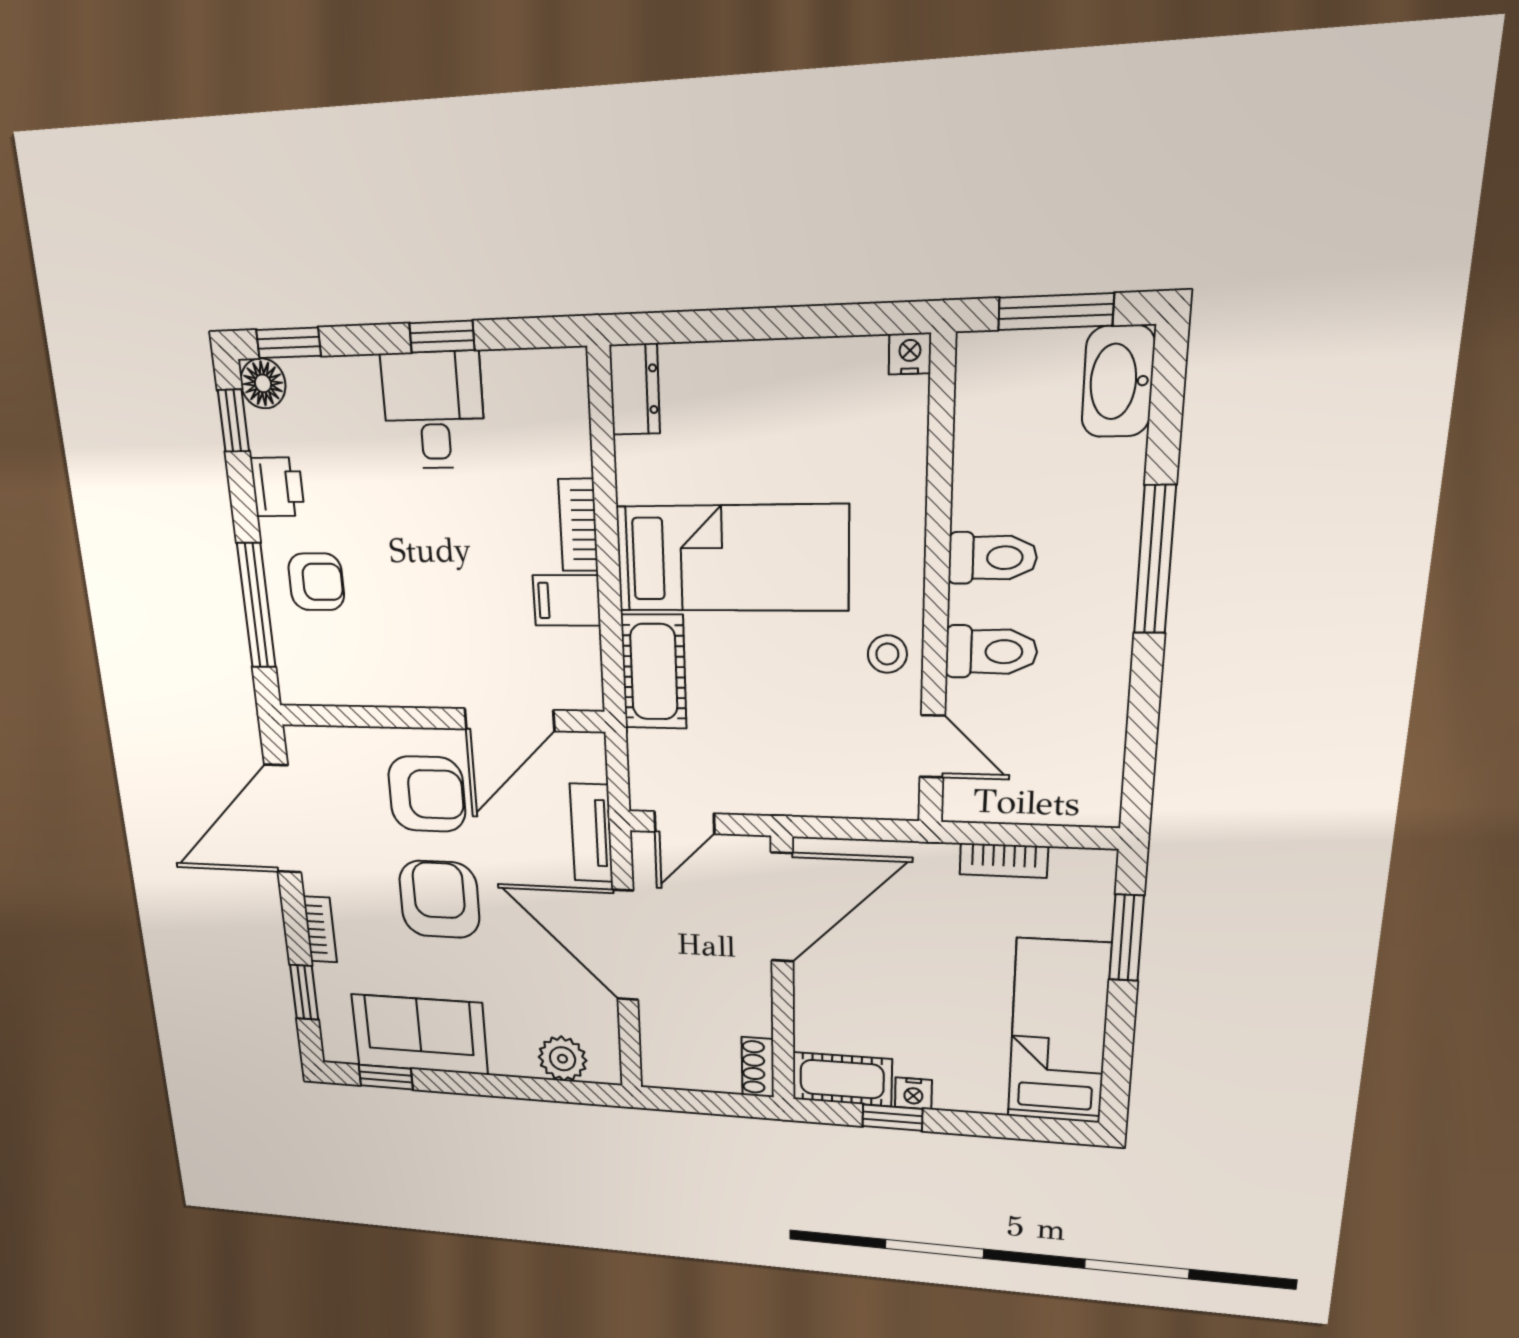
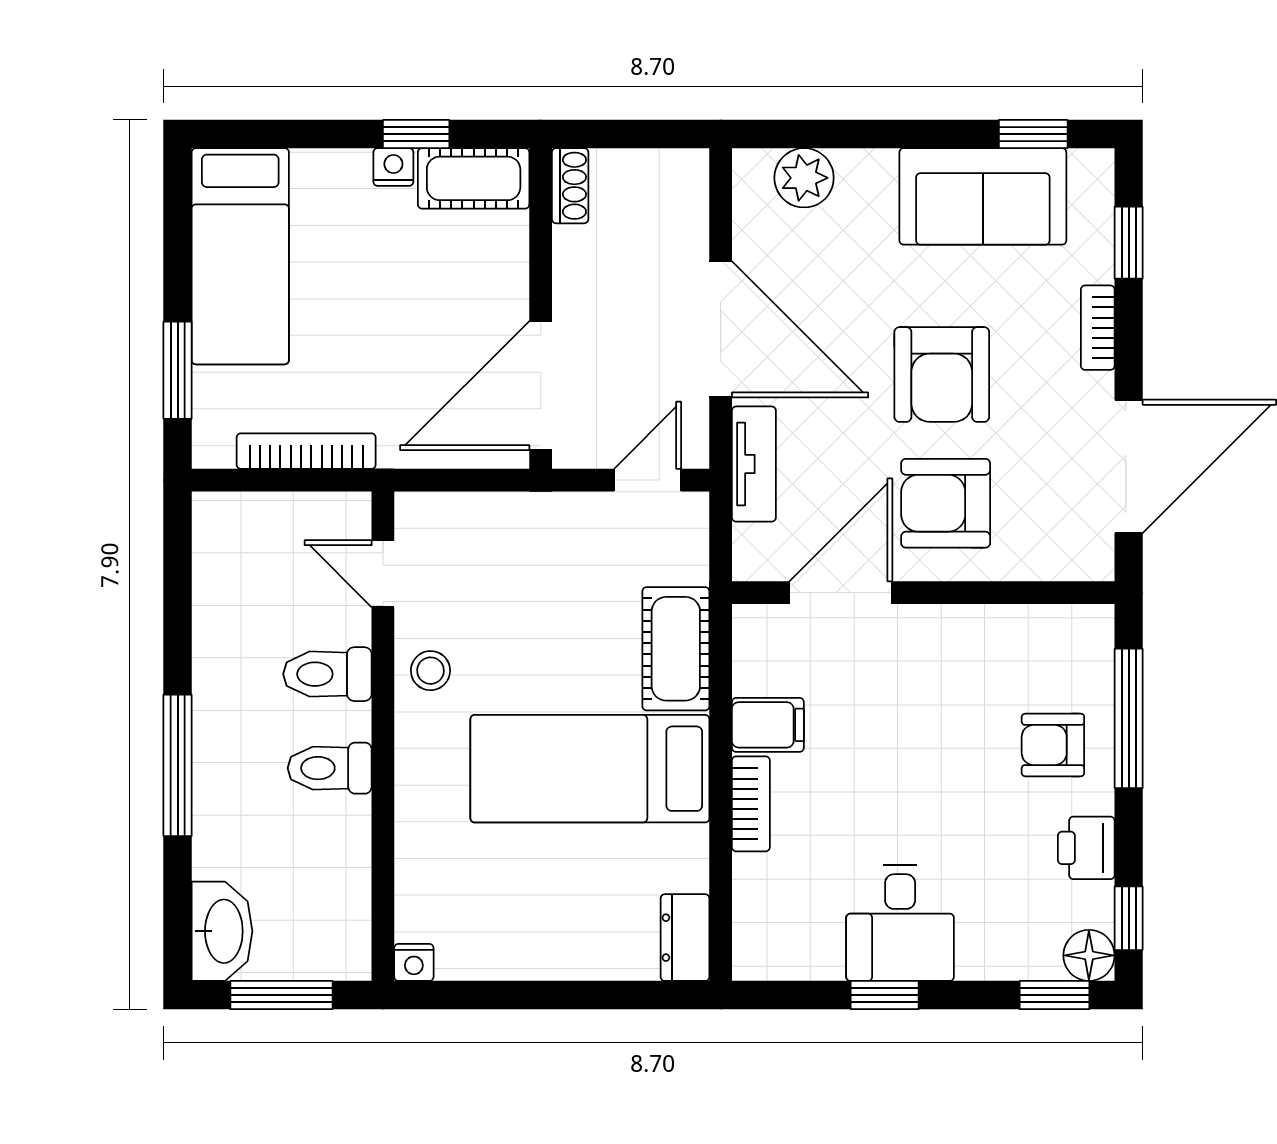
bookcase: (1004, 860) -> (306, 451), width x1.56

